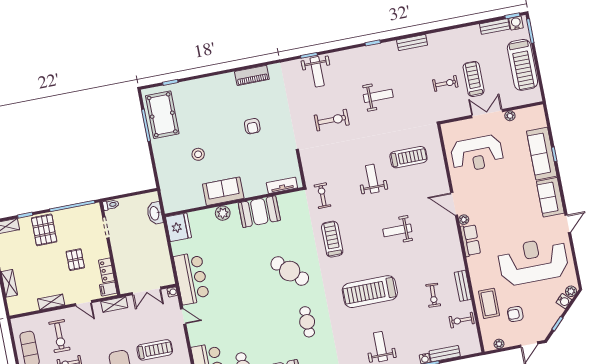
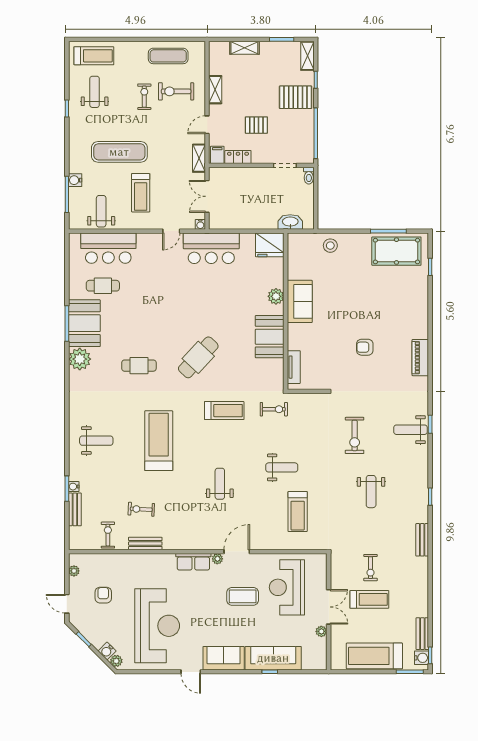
stool: (198, 154) -> (330, 246), moved
coffee table: (489, 303) -> (243, 596), moved

